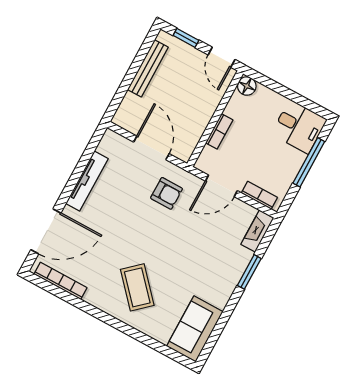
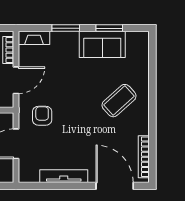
door: (221, 186) -> (16, 80), hinge flipped
window: (223, 320) -> (109, 28), added
sofa: (195, 329) -> (102, 44), moved

